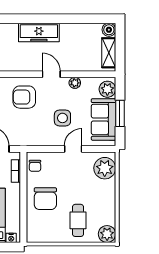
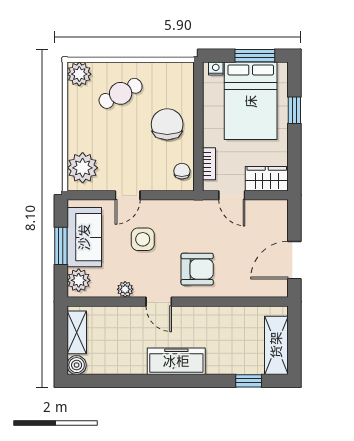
cafe table: (78, 220) -> (121, 93), turned 62

